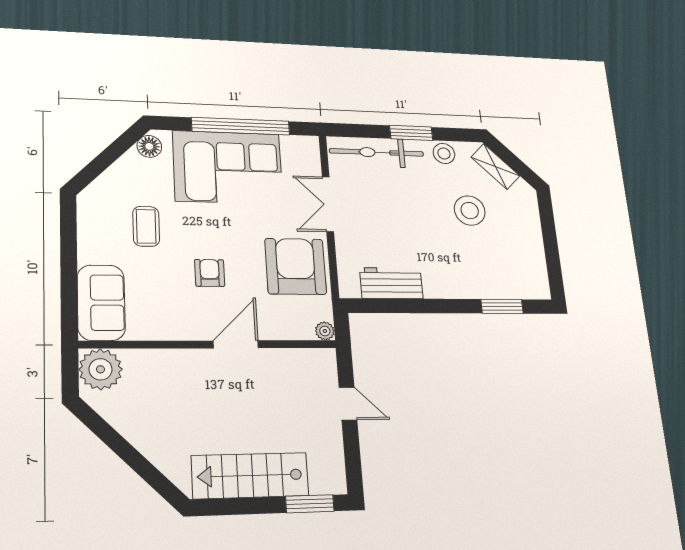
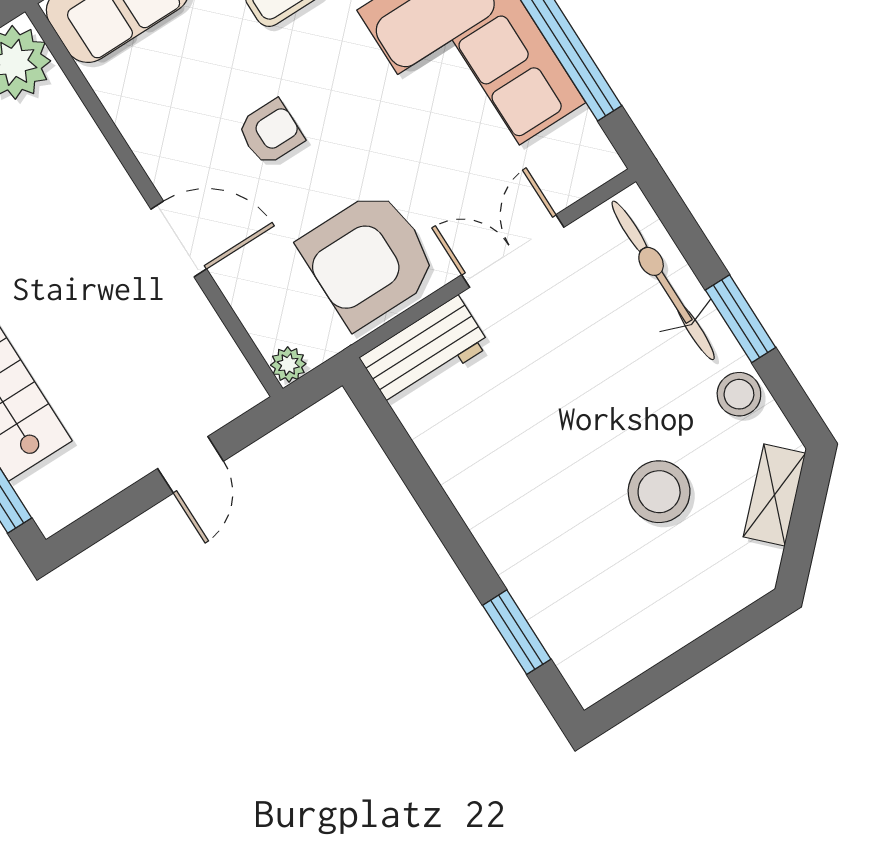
armchair: (296, 266) -> (369, 259), turned 180
workbench: (391, 283) -> (425, 352), moved, turned 90

